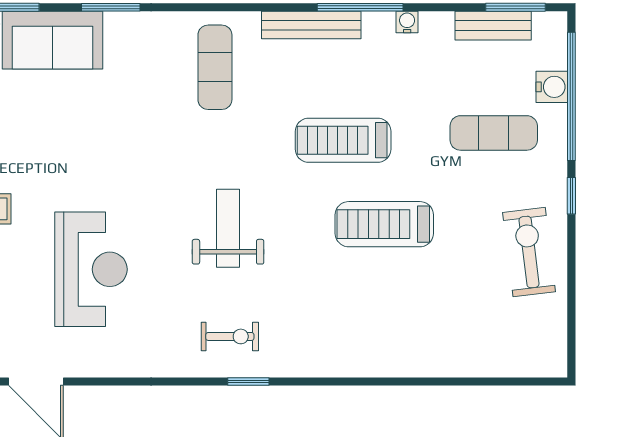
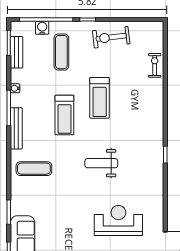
exercise bike: (230, 336) -> (155, 65), moved

